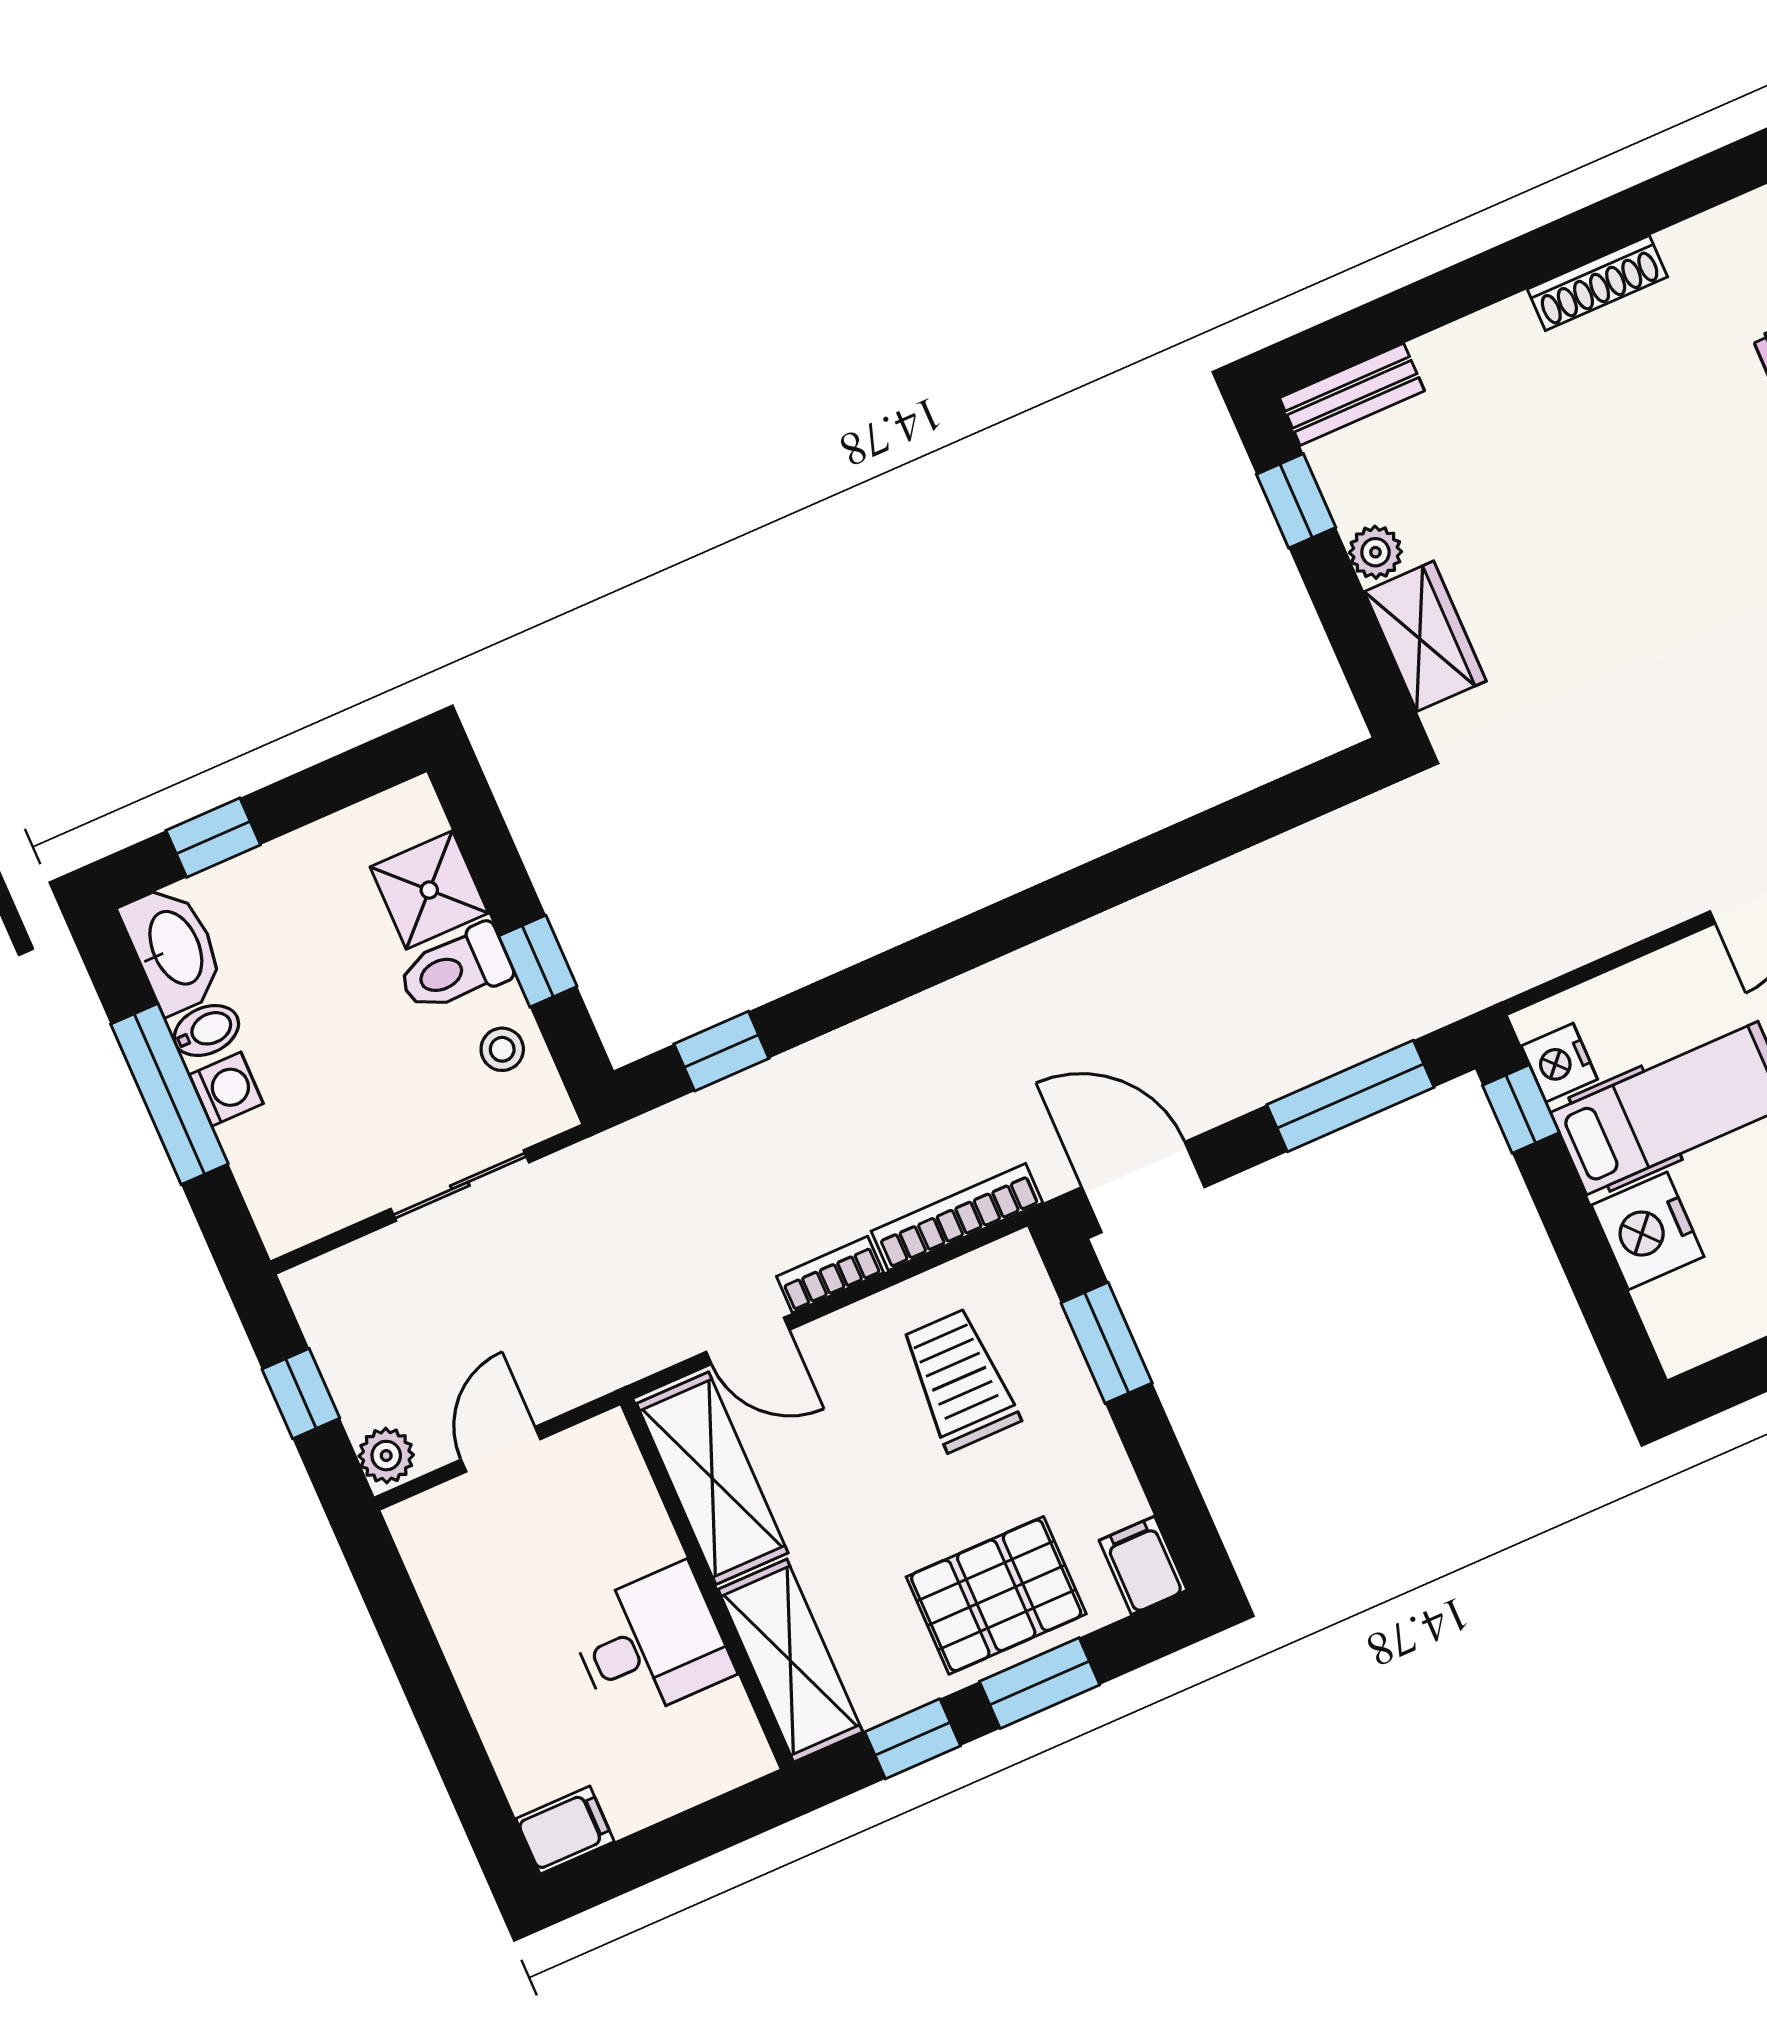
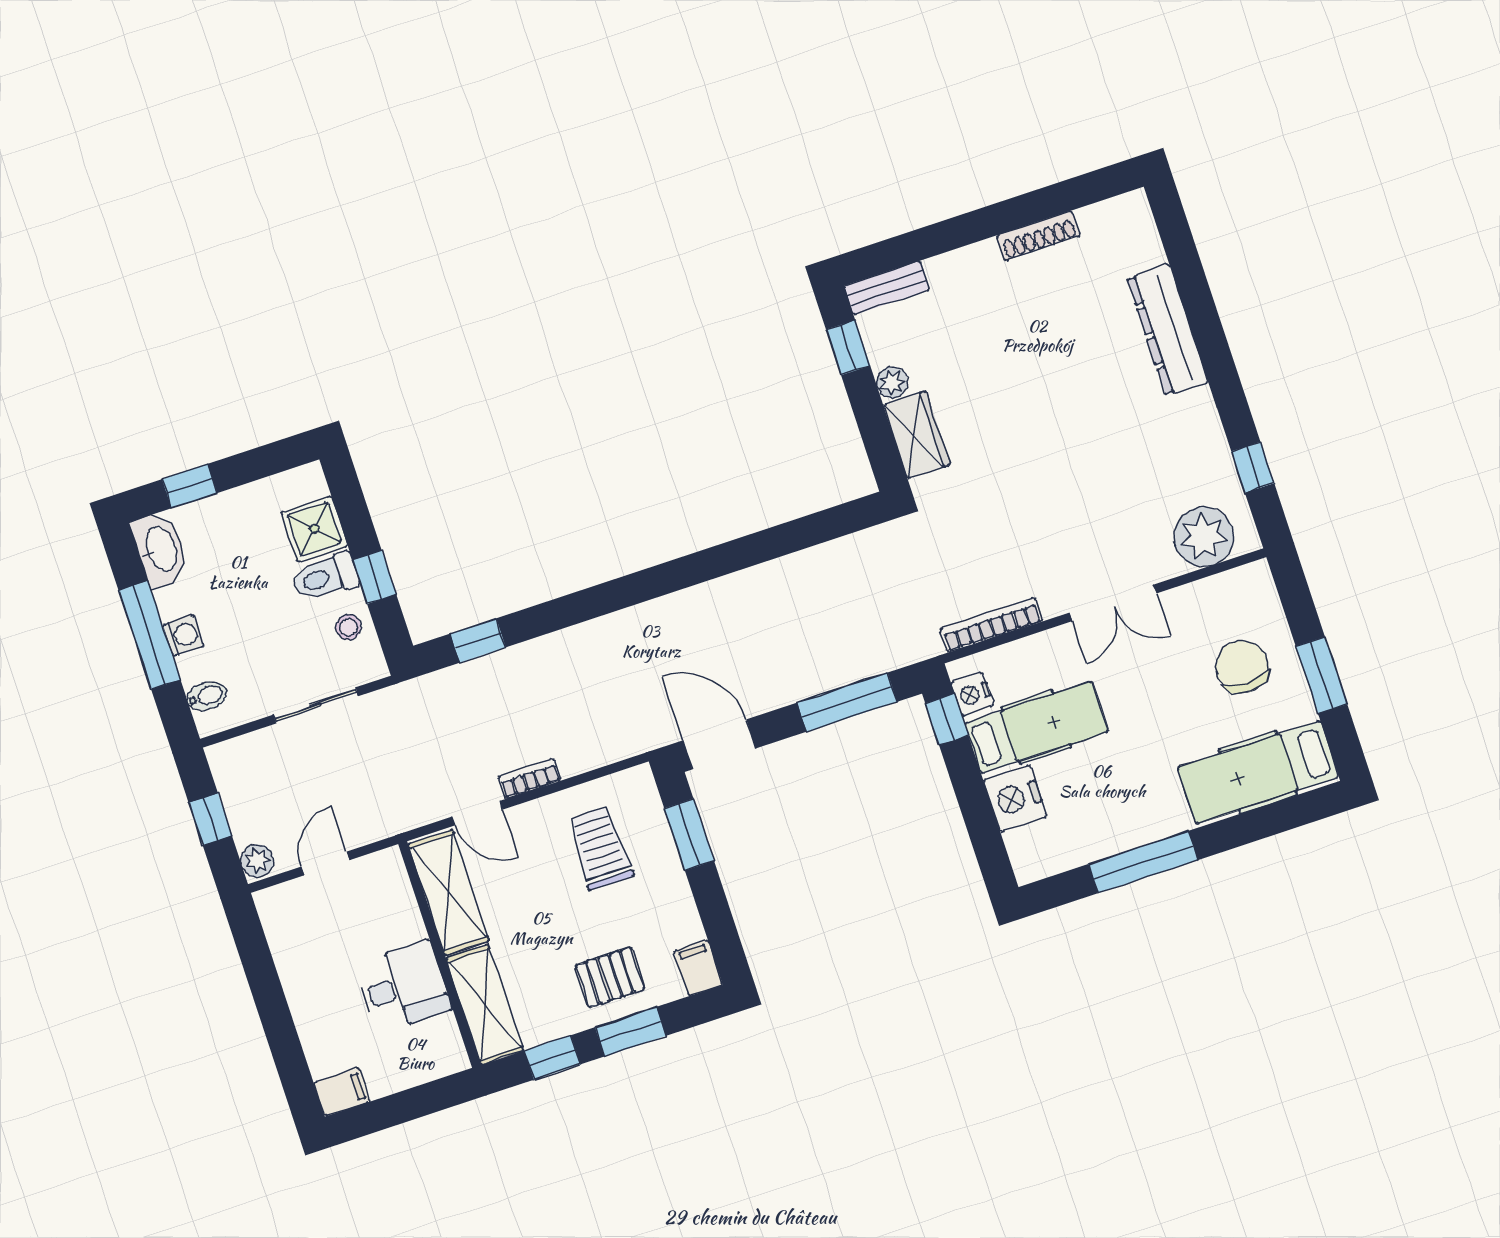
bidet: (206, 1030) -> (207, 696), moved
bookcase: (957, 1217) -> (991, 625), moved
pallet: (996, 1595) -> (610, 977), width x0.67, depth x0.71

